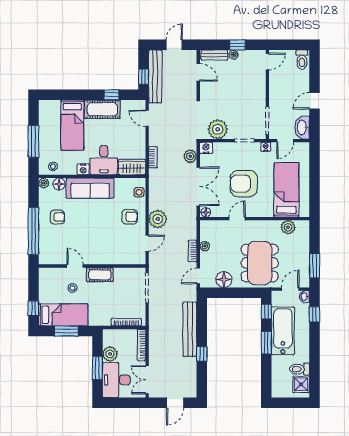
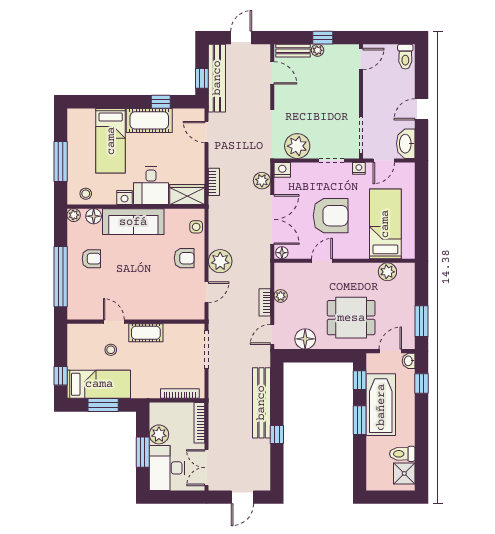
armchair: (244, 184) -> (331, 216), turned 180
dining table: (260, 263) -> (351, 318), width x0.73

